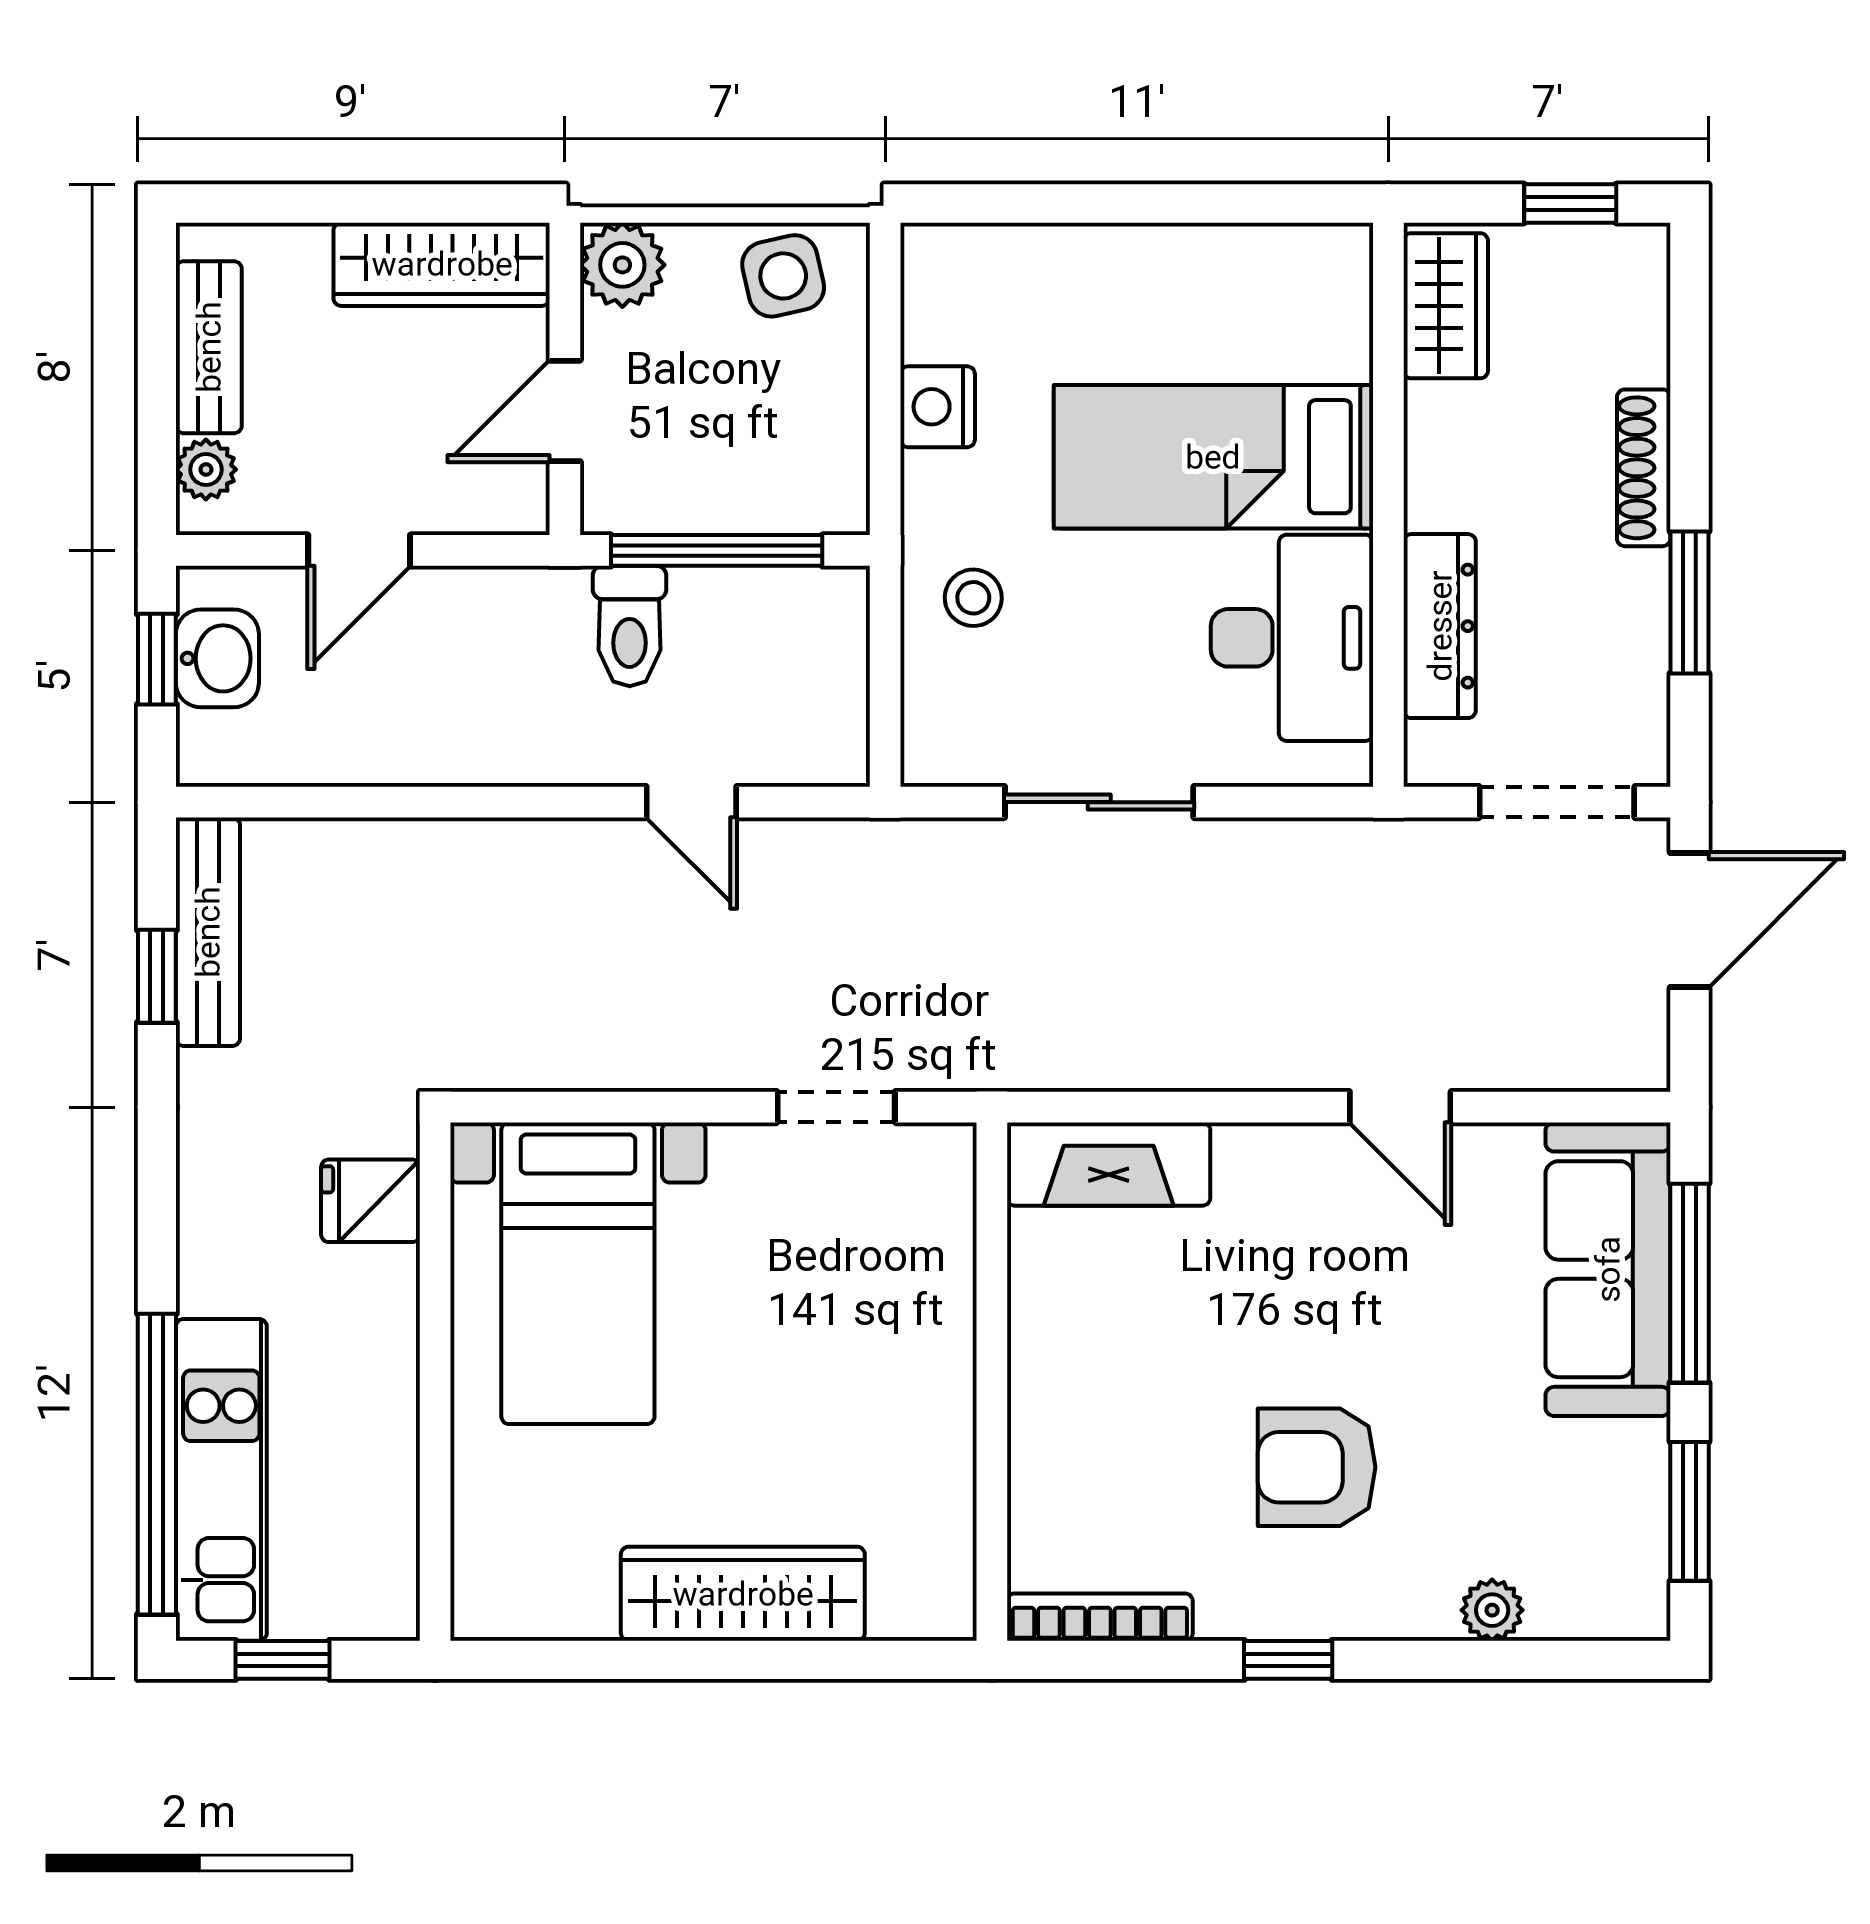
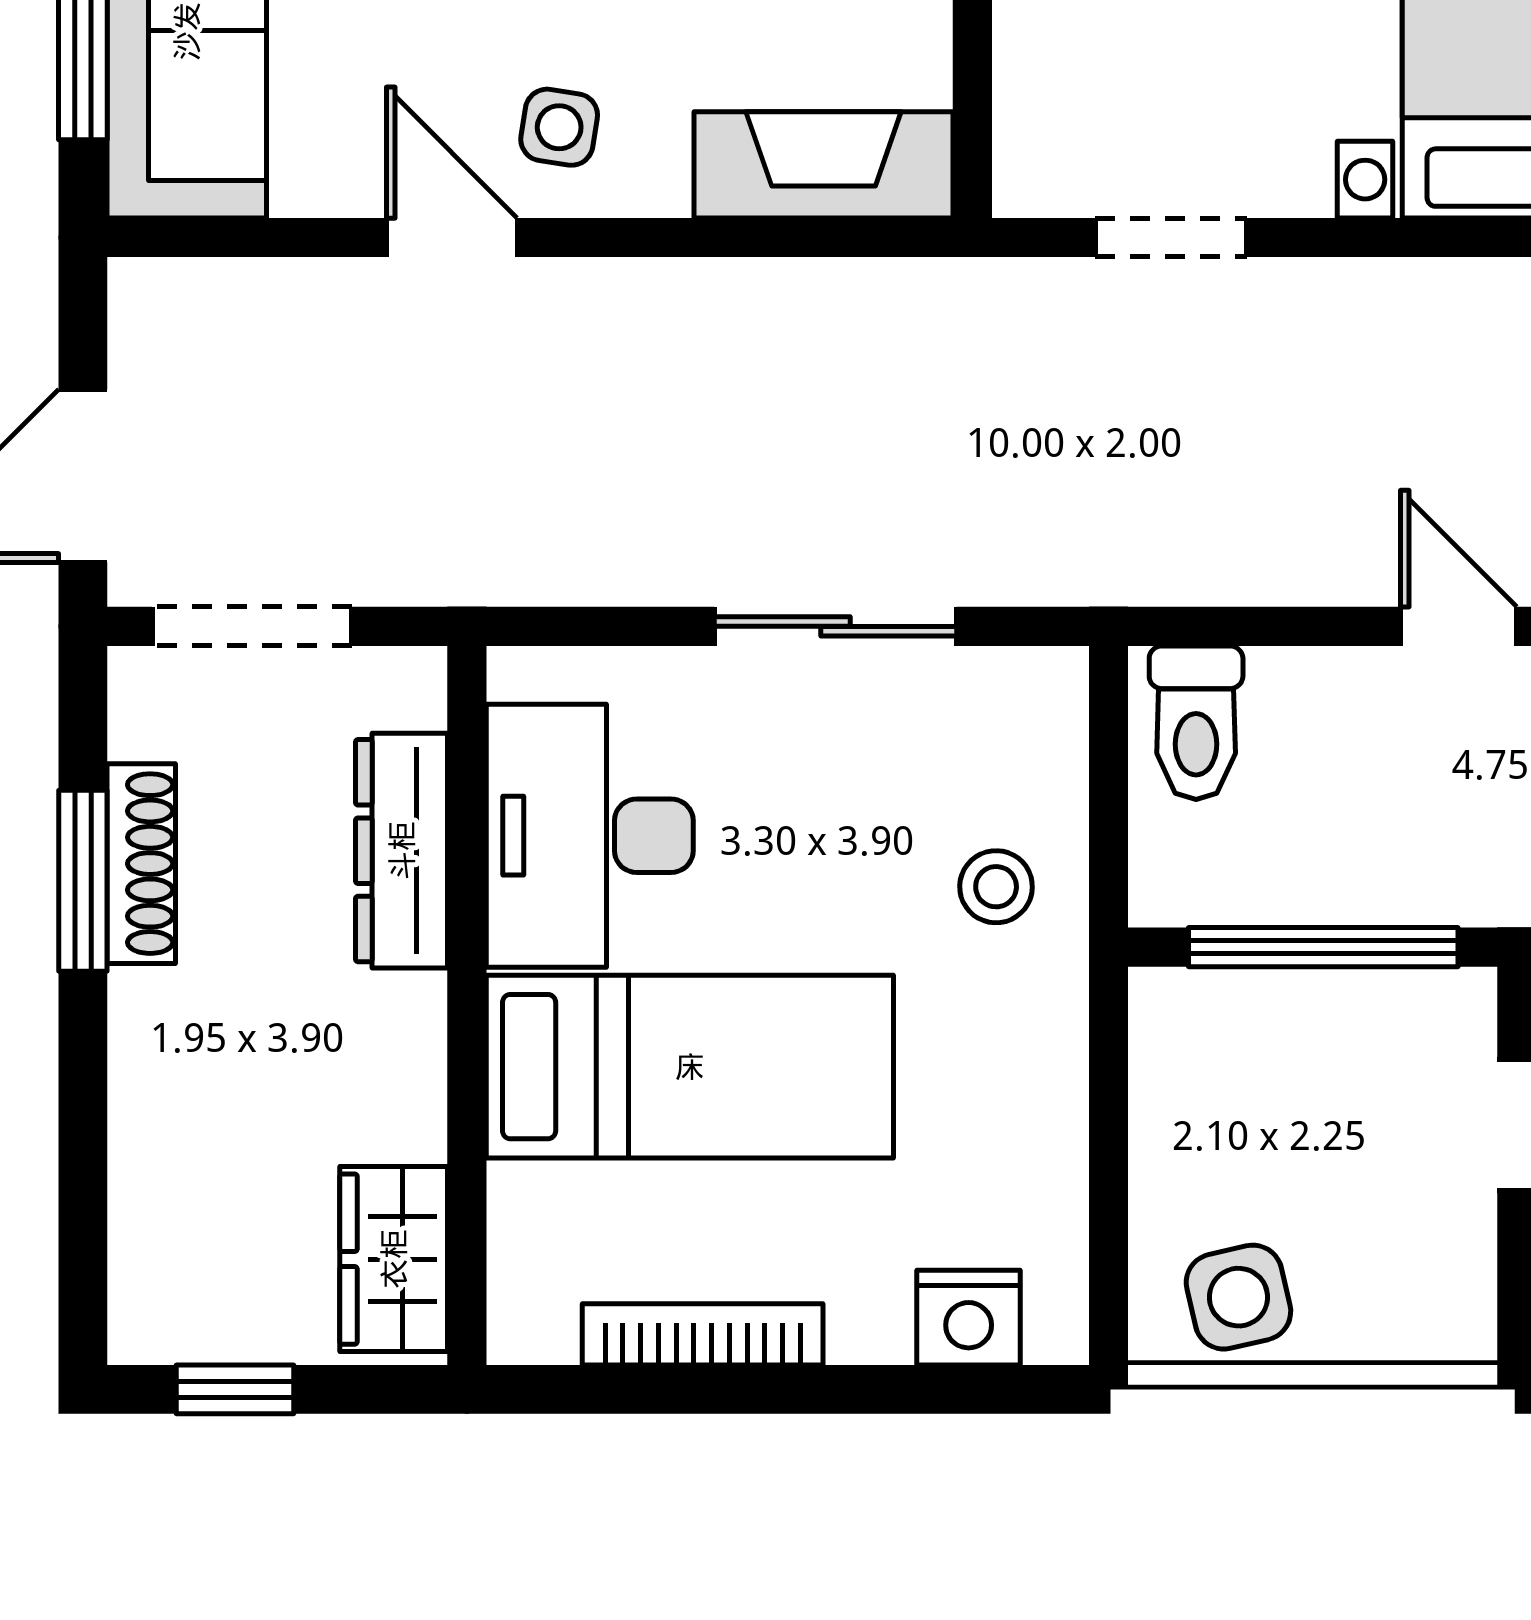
bookcase: (1203, 247) -> (703, 1334), added
plant: (622, 265) -> (1443, 1311), removed
nightstand: (938, 407) -> (969, 1318), moved, turned 90
shoe rack: (1644, 468) -> (141, 864), moved
toilet: (630, 626) -> (1196, 723), moved, turned 180
door: (691, 802) -> (1459, 626), moved
side table: (1316, 1194) -> (559, 127), added

